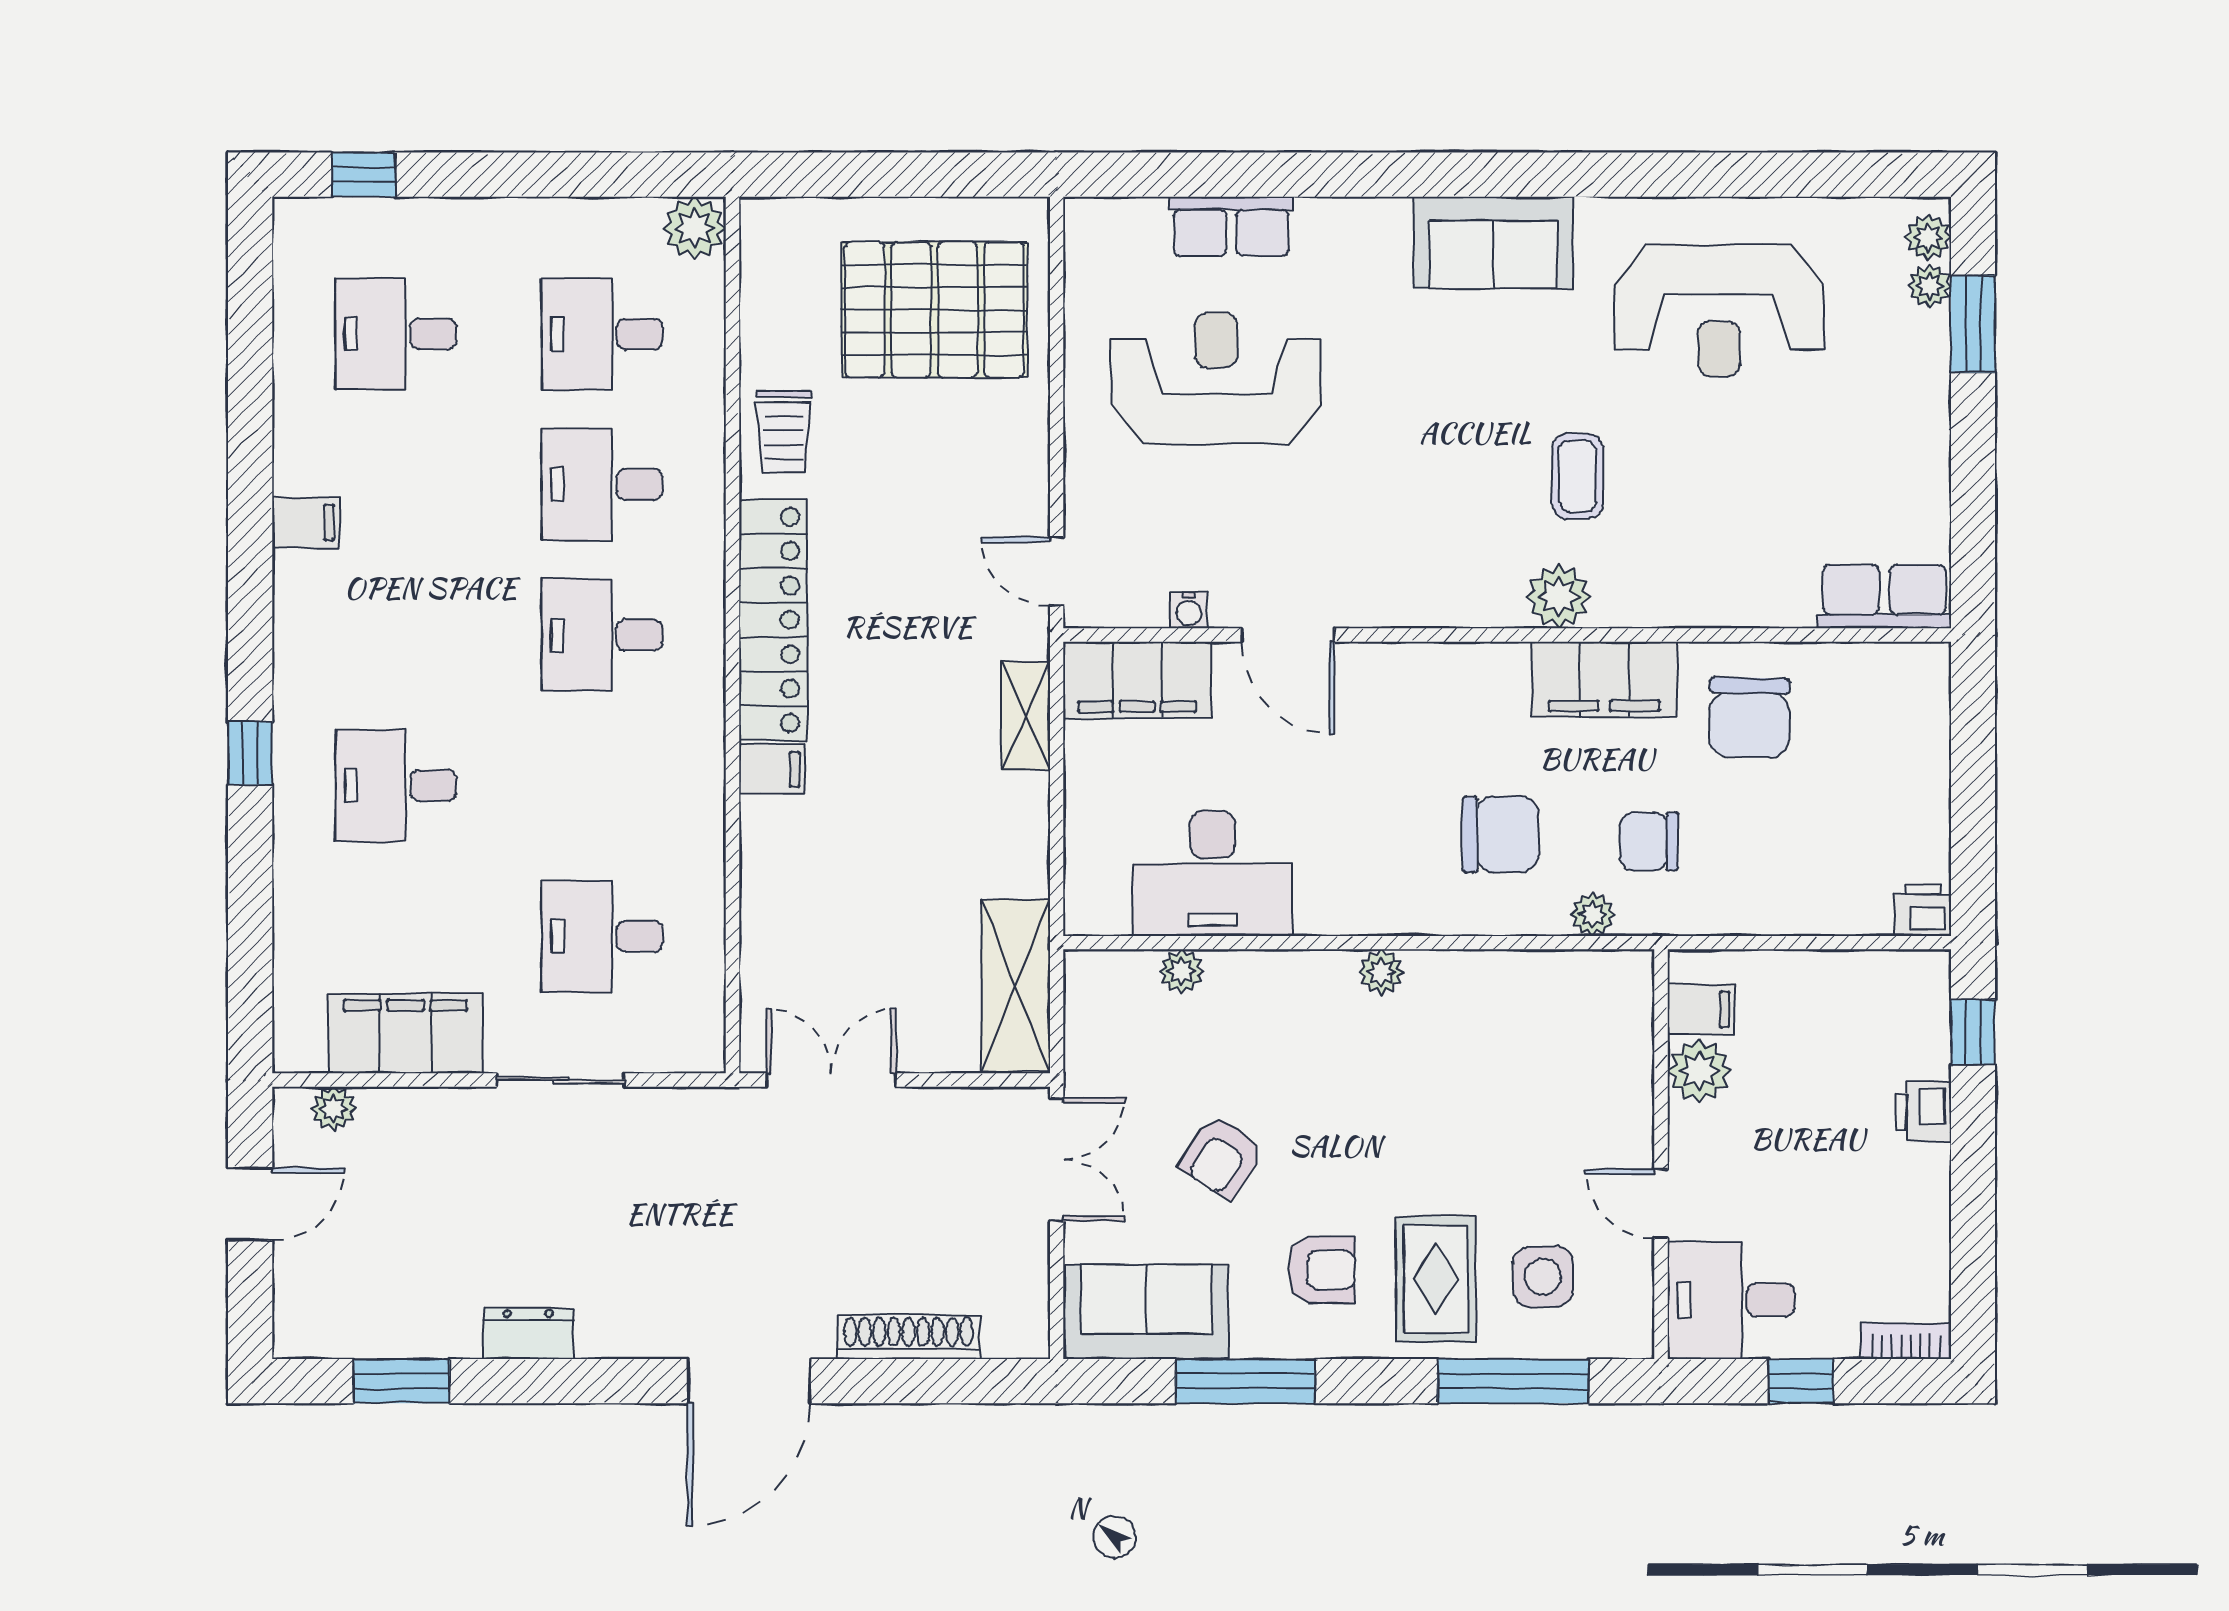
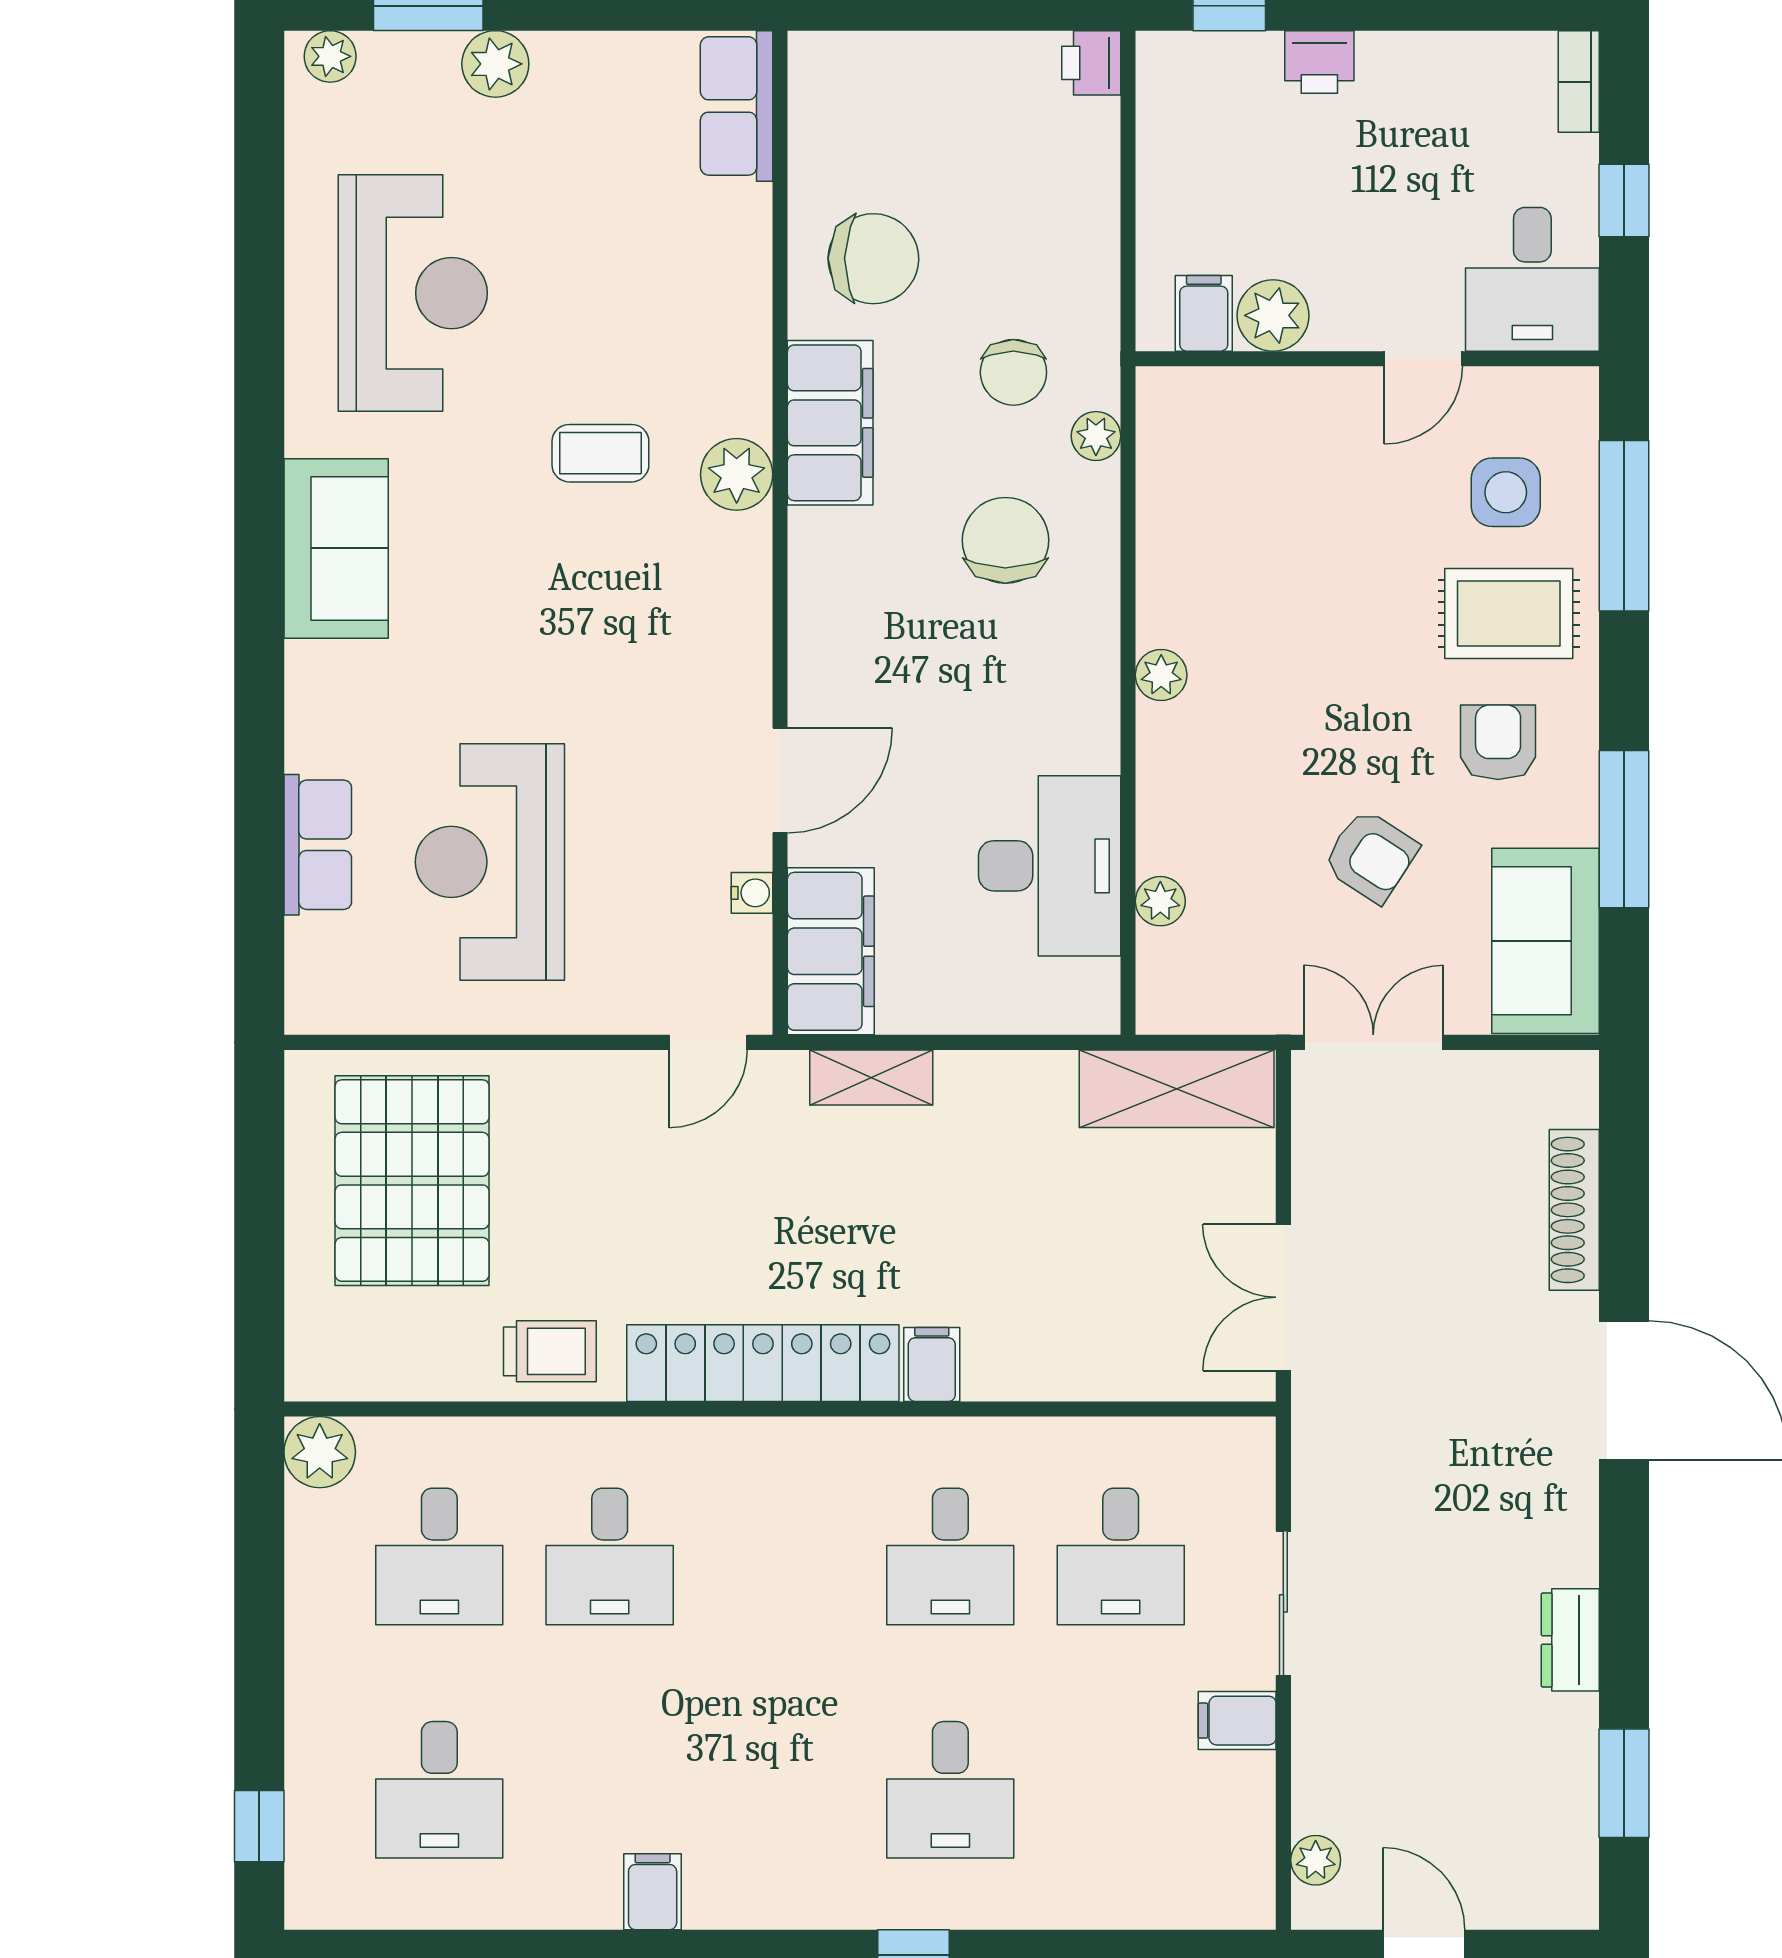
plant: (1930, 286) -> (495, 64), moved, width x1.38, depth x1.38
desk: (602, 635) -> (950, 1556), moved
filing cabinet: (406, 1033) -> (1237, 1721), width x0.33, depth x0.86

